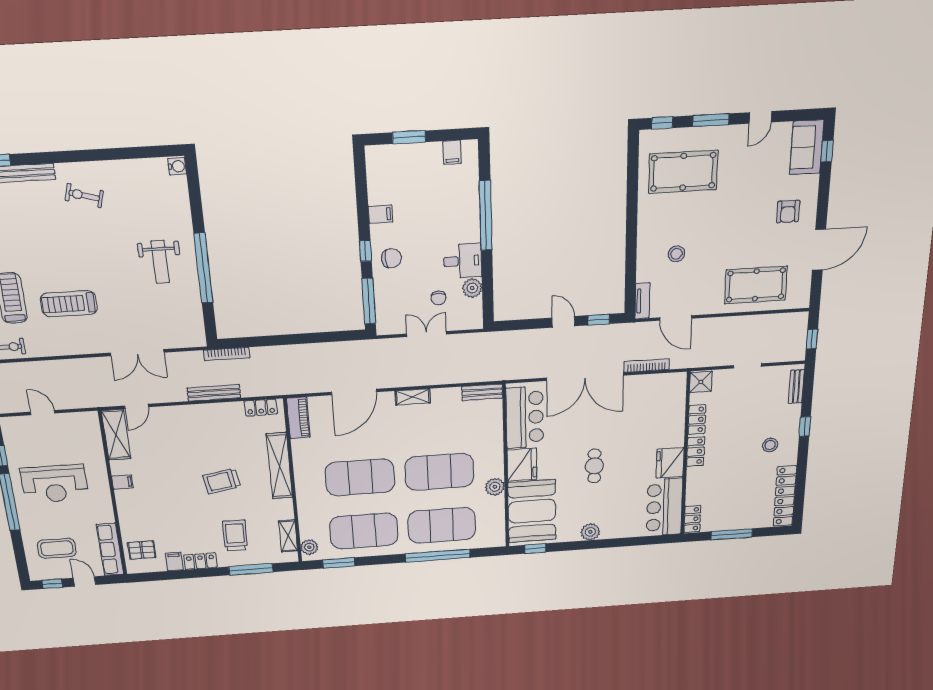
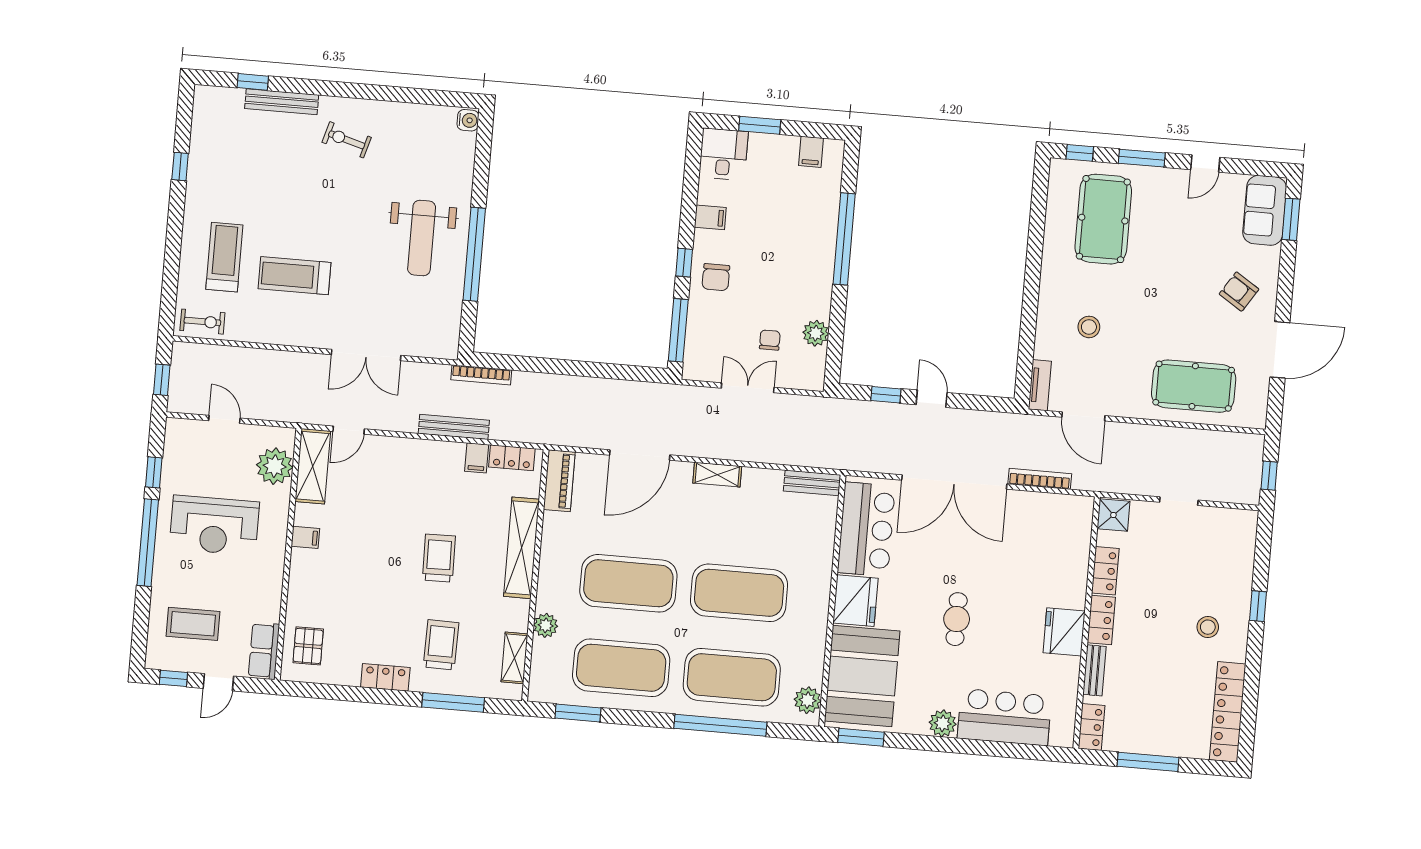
window: (827, 151) -> (1291, 219), width x1.50
pool table: (683, 172) -> (1103, 219), turned 90
armchair: (788, 211) -> (1239, 292), turned 123
chair: (391, 258) -> (716, 277), turned 95
desk: (463, 261) -> (723, 154), moved, turned -90
weight bench: (160, 262) -> (422, 238), width x1.36, depth x1.33
chair: (438, 298) -> (770, 340), turned 180
window: (599, 320) -> (886, 395), moved
bench: (796, 387) -> (1094, 670), moved
plant: (88, 439) -> (275, 466), added
trolley: (222, 481) -> (439, 558), turned 99
plant: (495, 487) -> (808, 700), moved
bar counter: (664, 507) -> (1004, 717), moved, turned 90
plant: (309, 547) -> (546, 625), moved
row of seats: (110, 549) -> (264, 651), width x0.68
window: (535, 549) -> (861, 737), width x1.50
pallet: (142, 550) -> (308, 646), turned 90
filing cabinet: (174, 562) -> (477, 458), moved, turned 180
door: (84, 581) -> (218, 682), swing flipped

